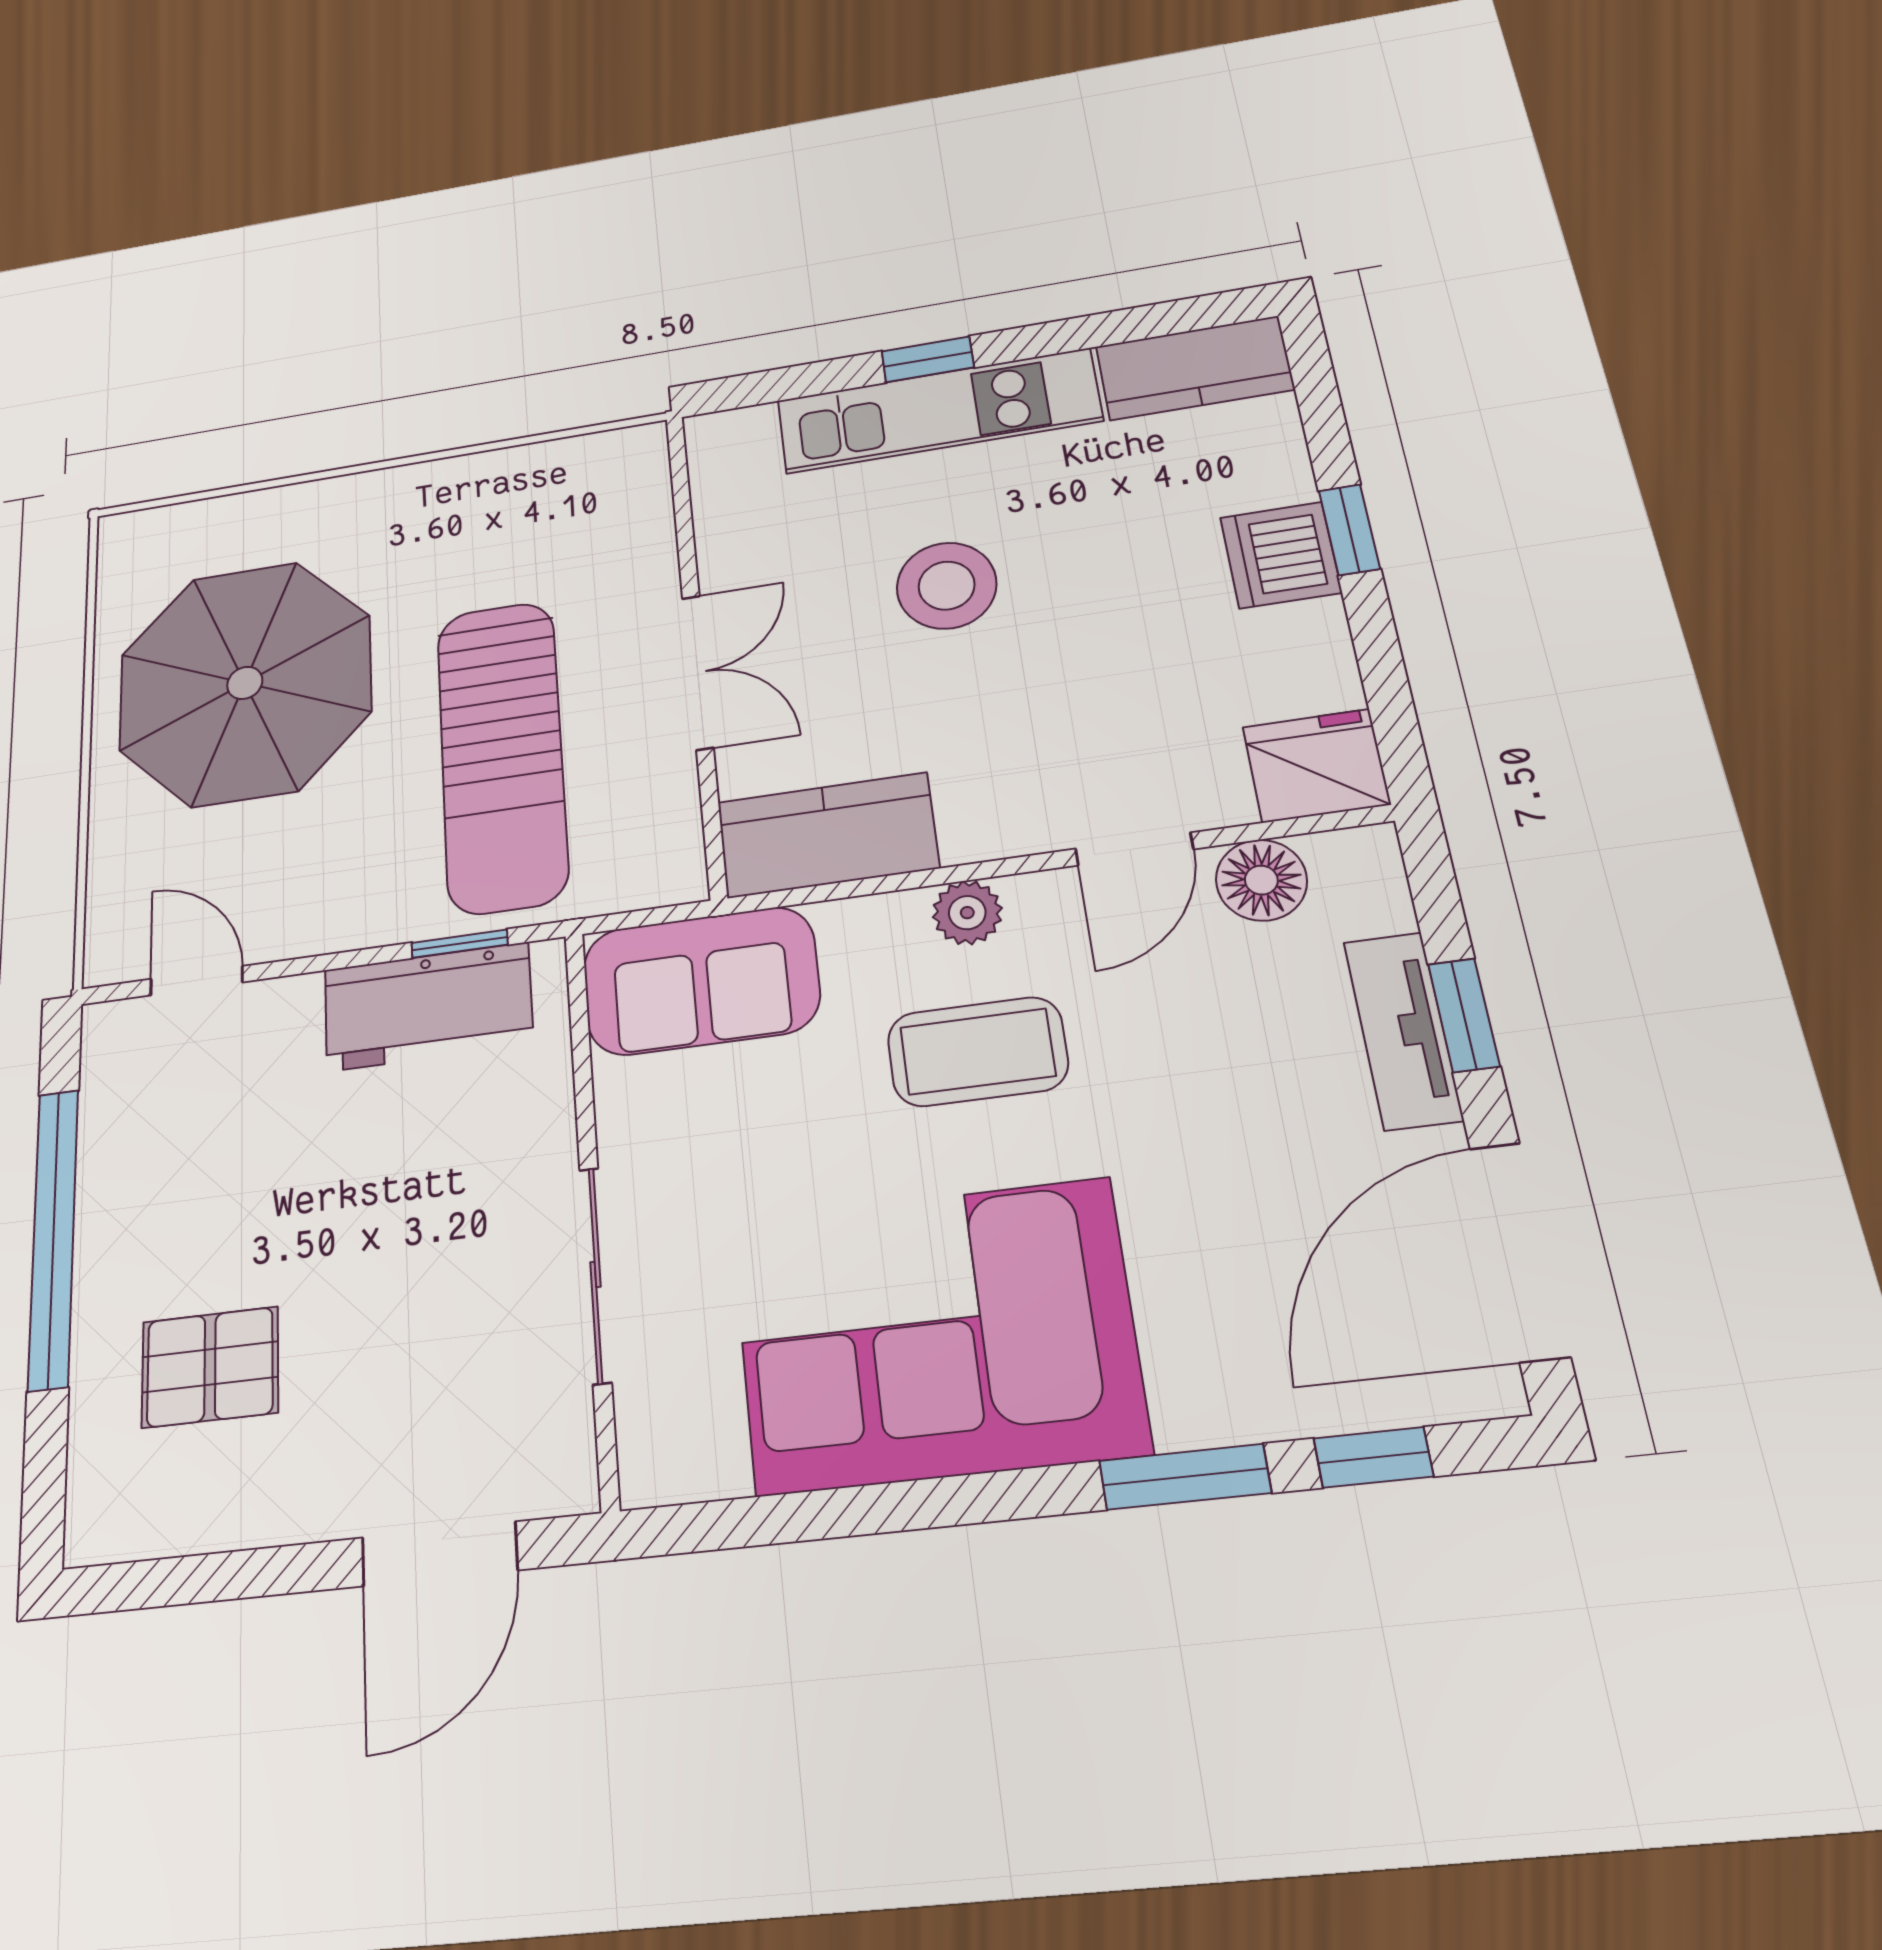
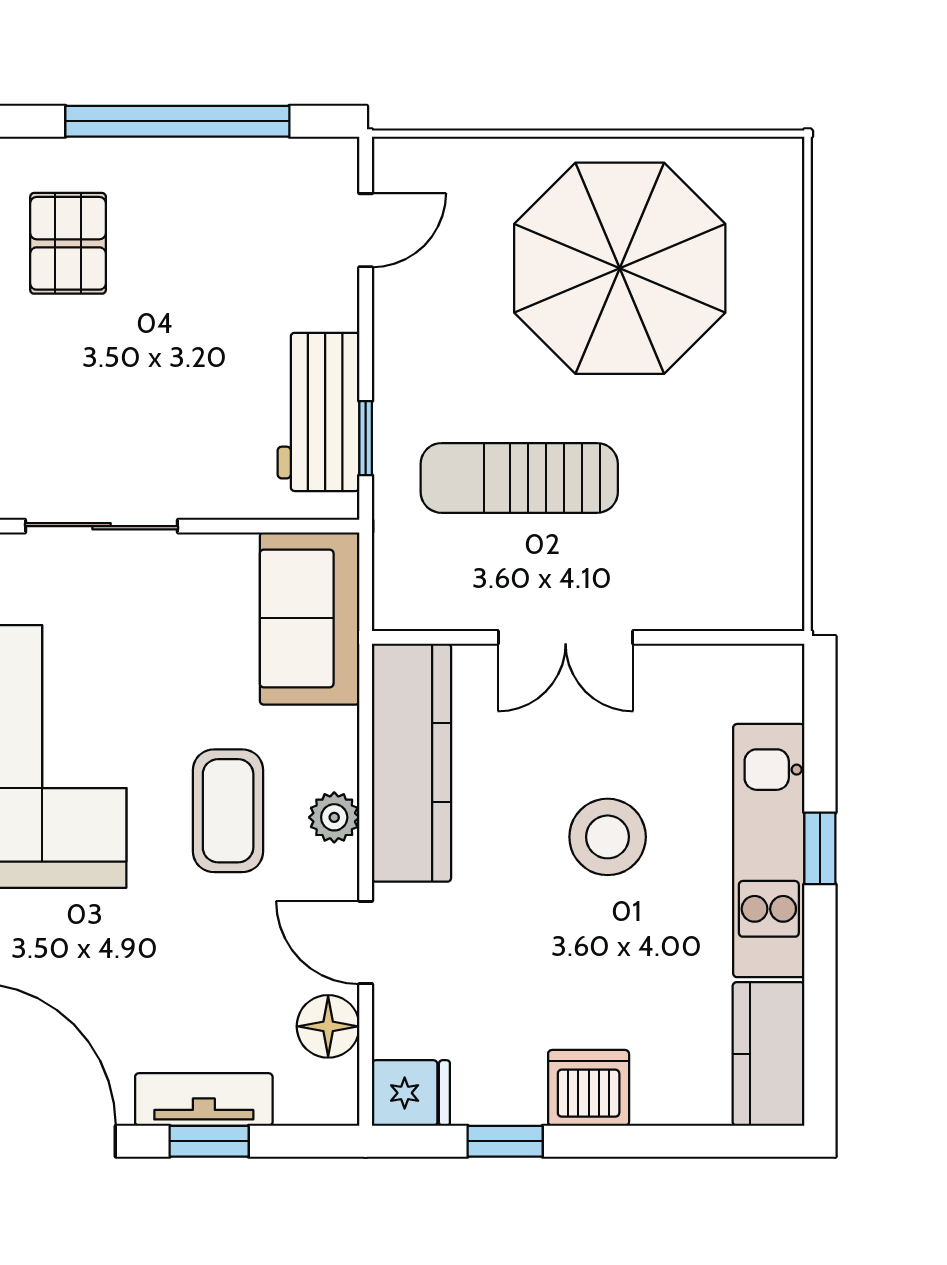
window: (1349, 530) -> (505, 1141), moved
sun lounger: (502, 755) -> (519, 478), width x0.73, depth x0.75
fridge: (1316, 766) -> (411, 1093), width x0.72
kitchen counter: (827, 835) -> (411, 763), width x1.50

